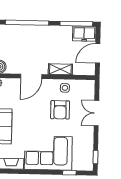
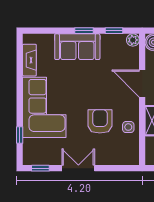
armchair: (60, 110) -> (100, 121), turned 90
double door: (96, 113) -> (78, 168), moved

